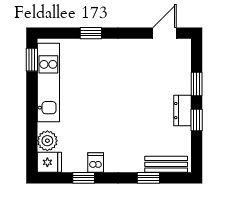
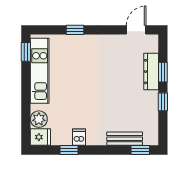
dresser: (183, 111) -> (151, 72), moved, width x1.44
bench: (166, 164) -> (125, 139), moved
window: (148, 178) -> (140, 150), moved

